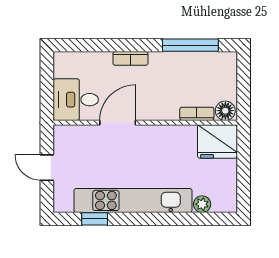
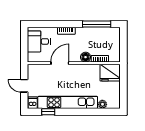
desk: (76, 100) -> (39, 41), moved
floor lamp: (225, 111) -> (86, 57), moved
dishwasher: (63, 201) -> (33, 103), added

